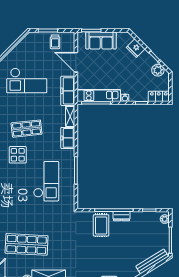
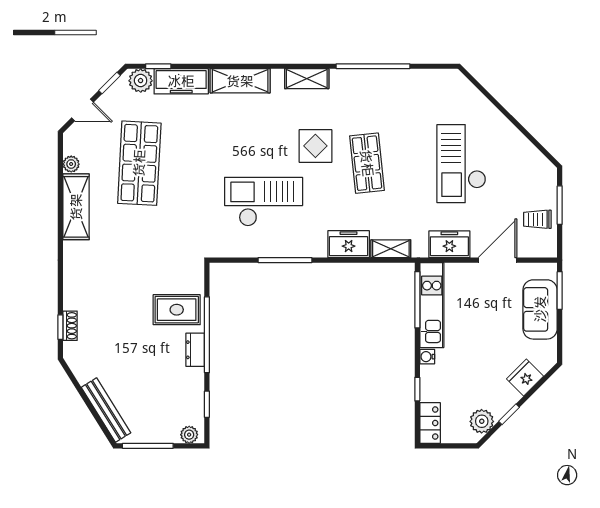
freezer: (68, 91) -> (449, 244), width x0.71
checkout: (46, 181) -> (264, 202), turned 180

